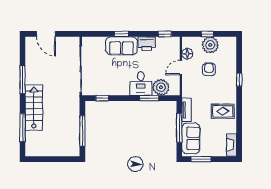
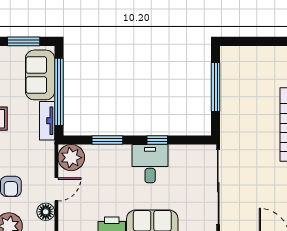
desk: (141, 84) -> (150, 164), moved
plant: (161, 87) -> (71, 158), moved
window: (102, 98) -> (157, 140), moved
window: (179, 128) -> (59, 92), width x1.46

